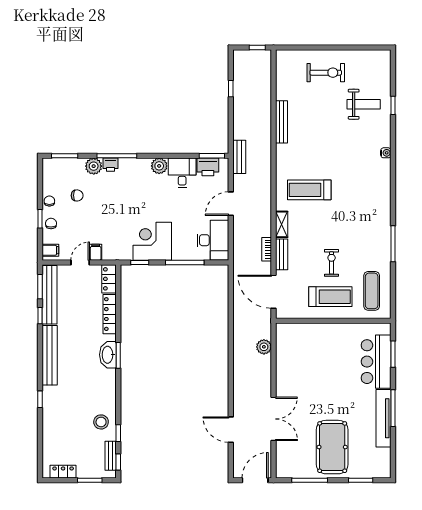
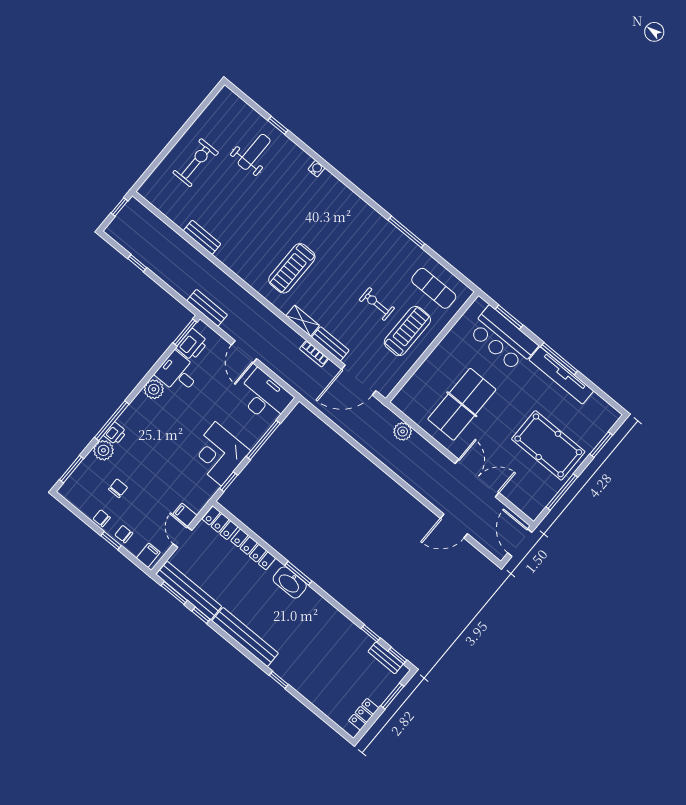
bench: (282, 122) -> (202, 237), width x0.73
table tennis table: (313, 370) -> (462, 404), added
stool: (101, 422) -> (347, 641), removed

